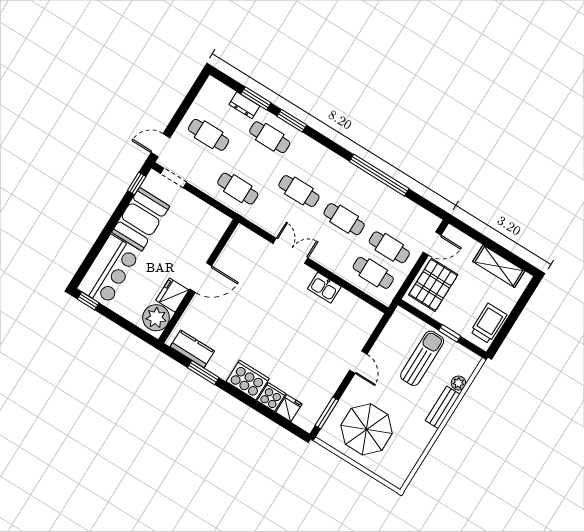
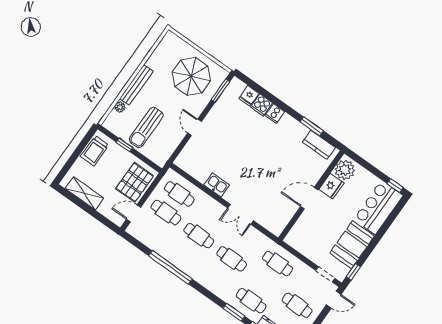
cooker: (248, 380) -> (275, 113), width x0.53, depth x0.76
bench: (443, 407) -> (136, 85), width x1.36

